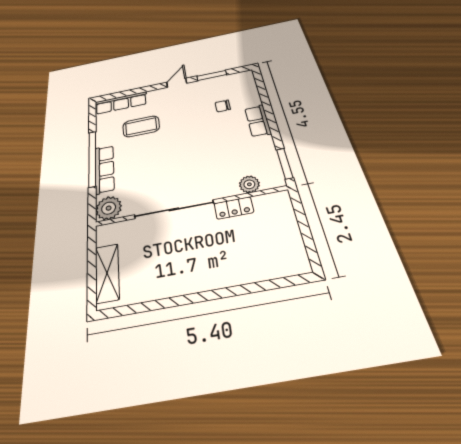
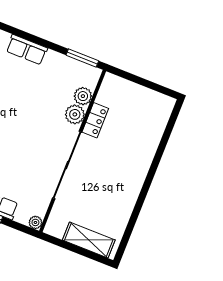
plant: (227, 188) -> (75, 114), added
plant: (109, 208) -> (35, 222), width x0.53, depth x0.53

